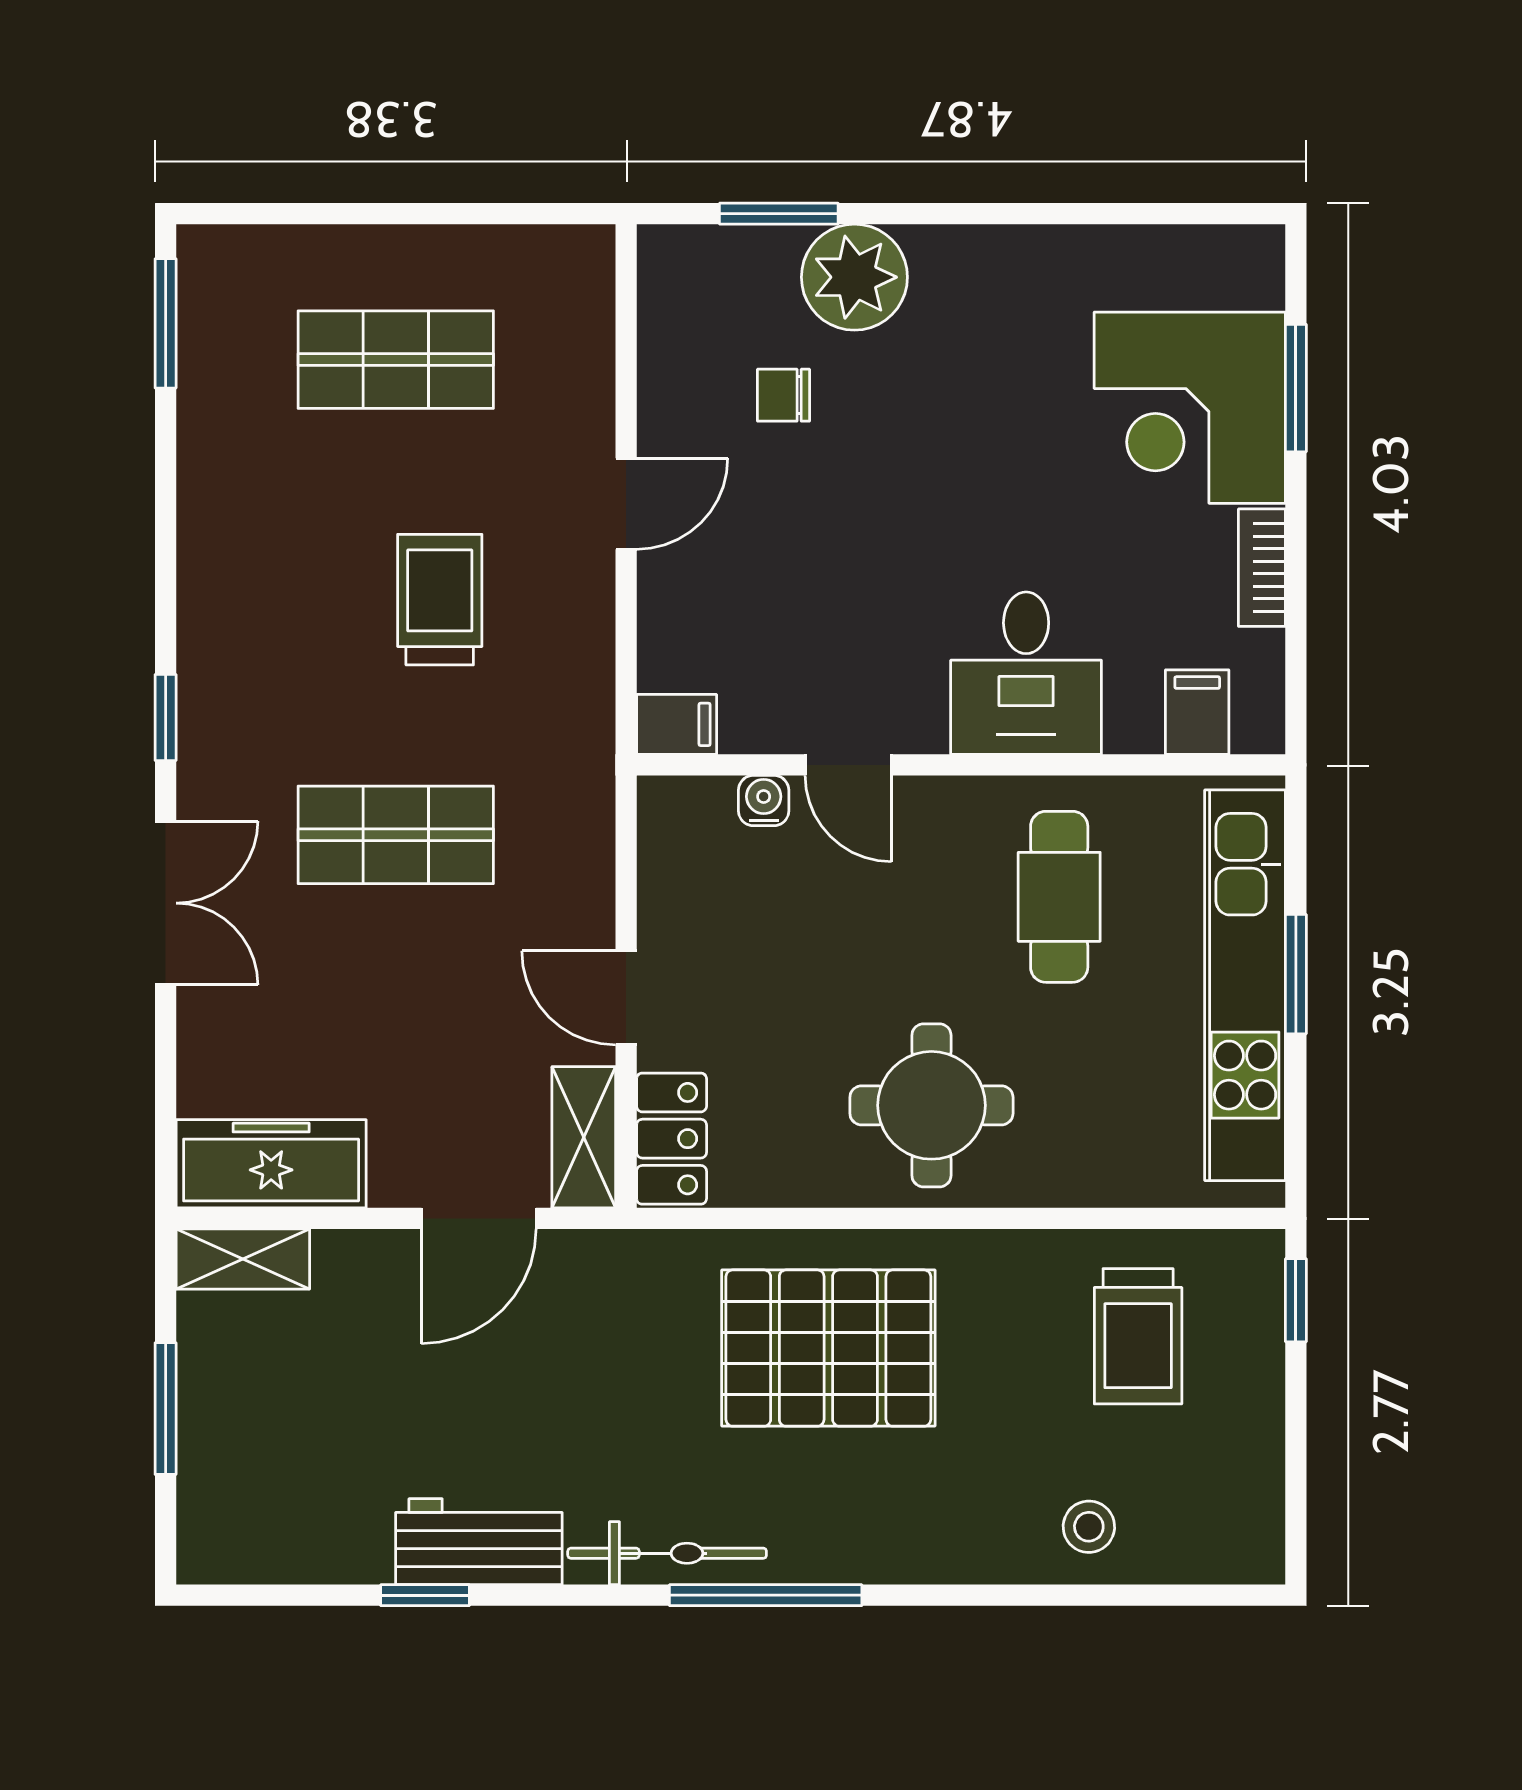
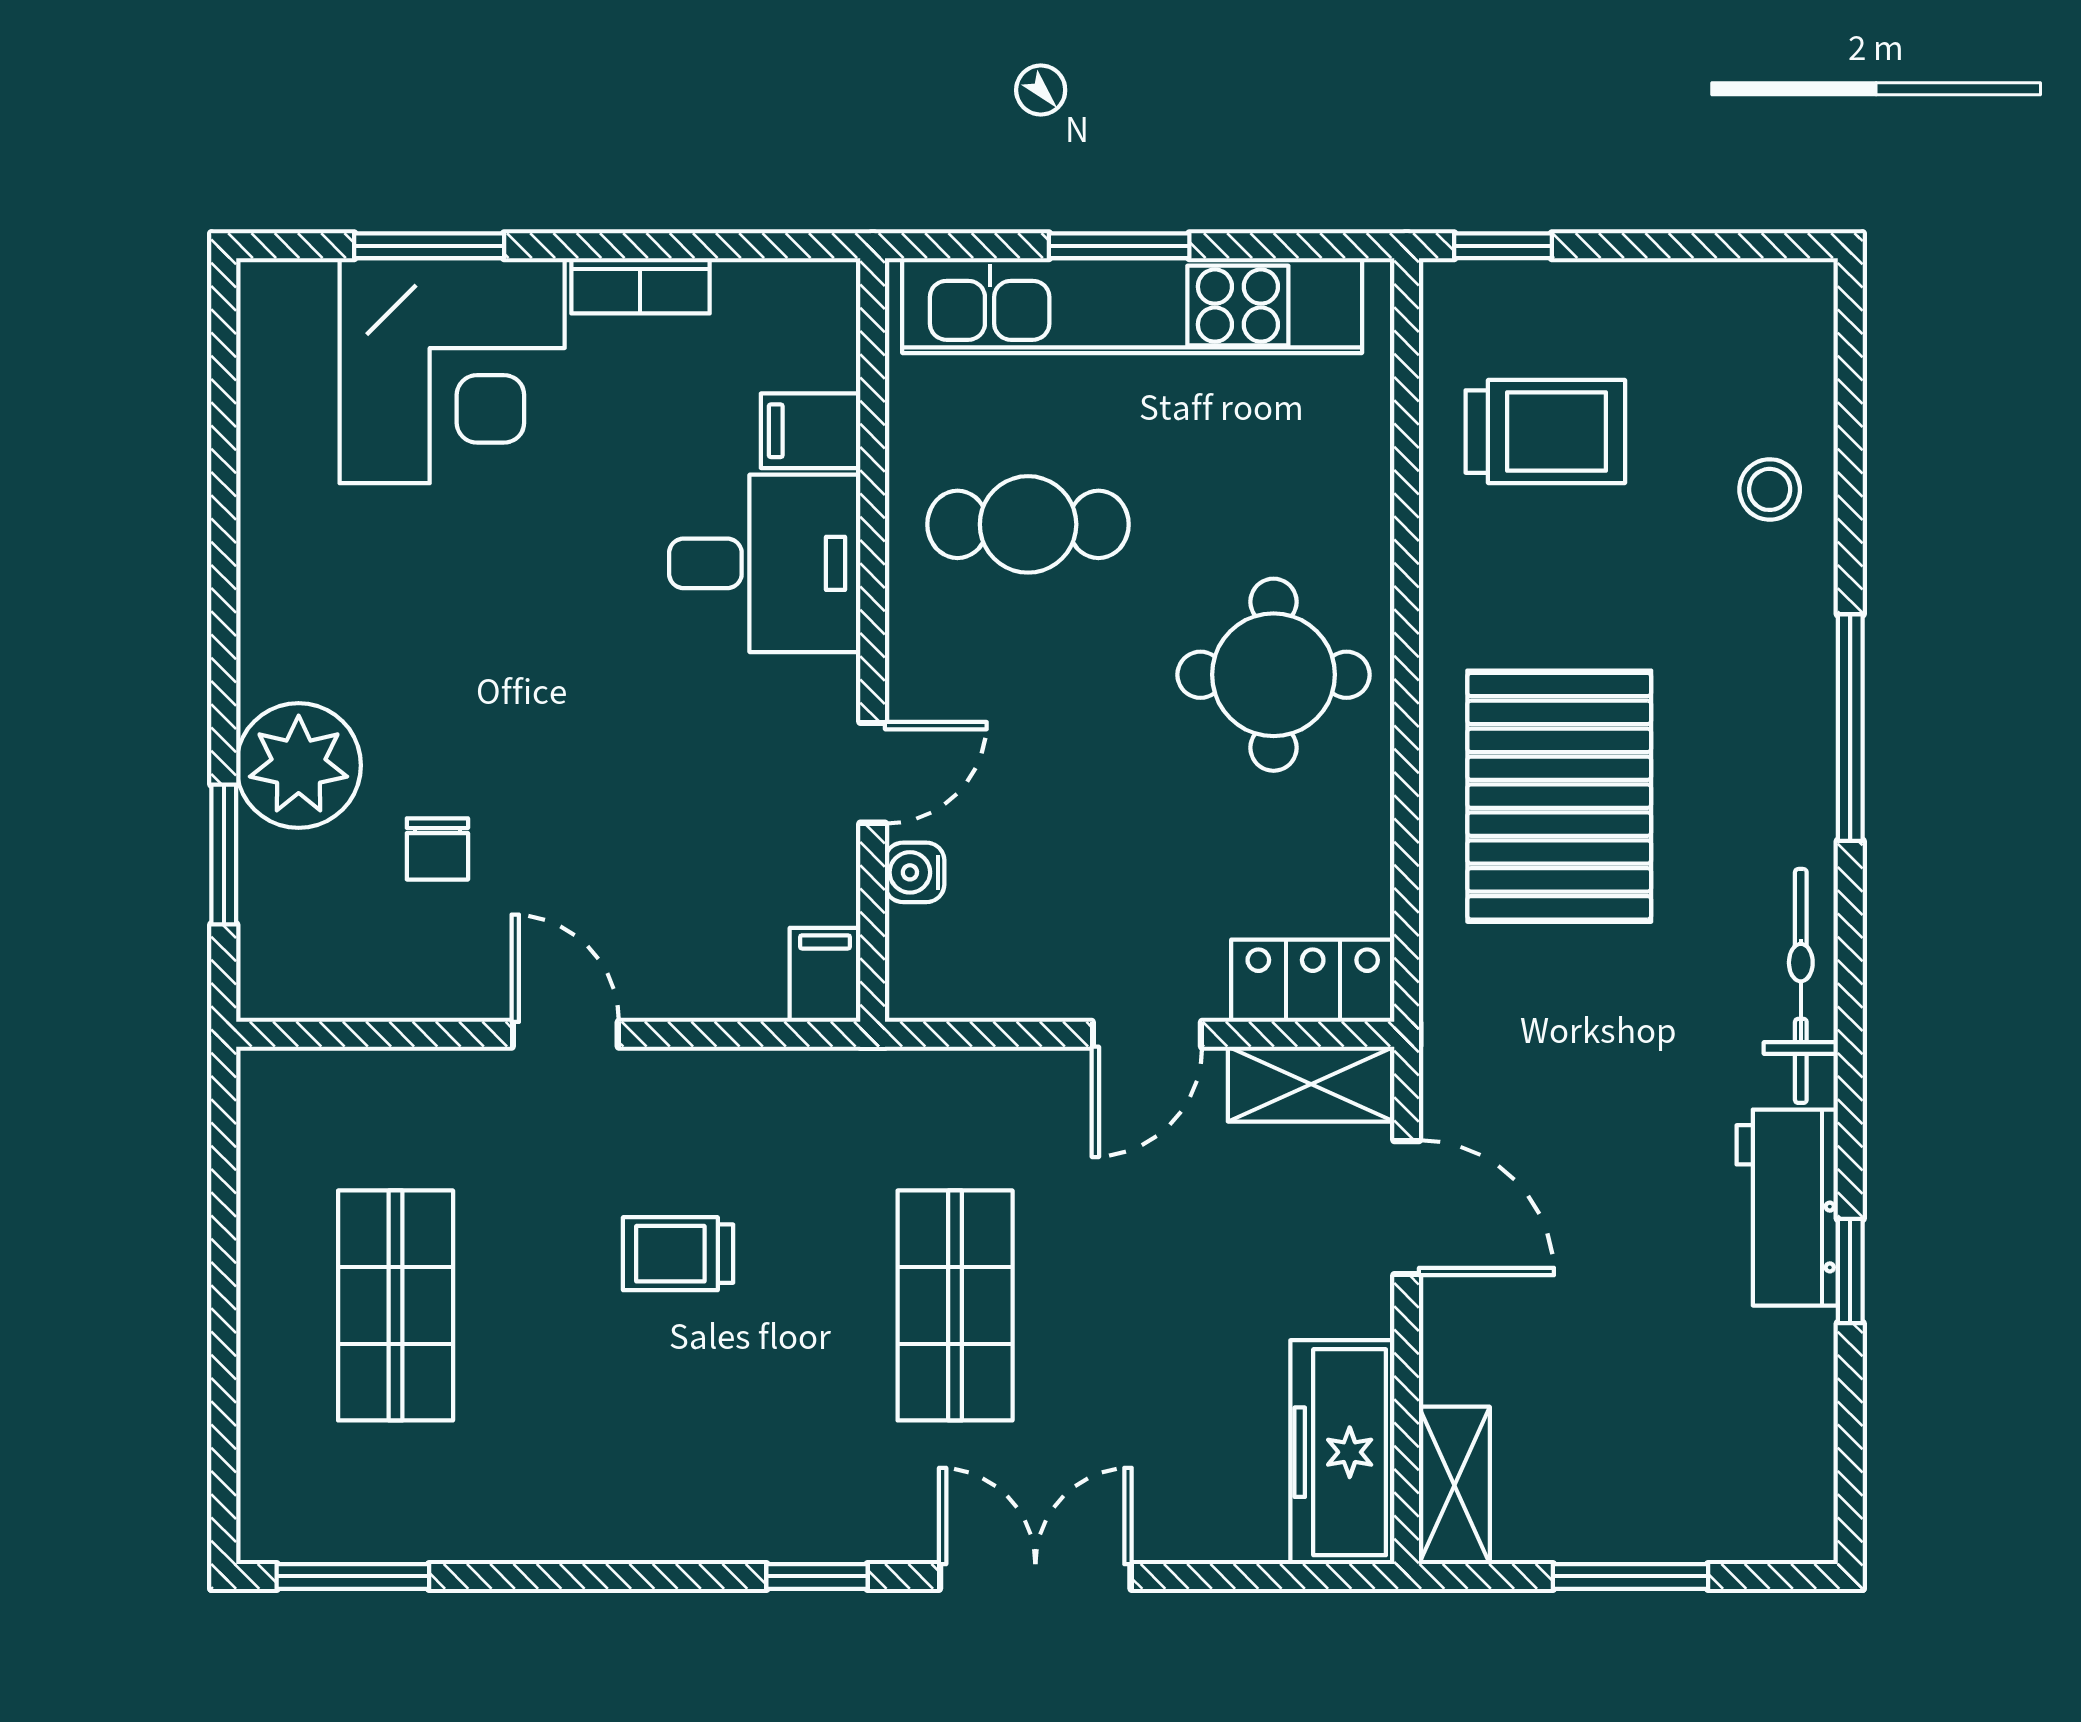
trolley: (440, 600) -> (678, 1254), width x0.73, depth x0.72
filing cabinet: (1197, 712) -> (811, 431), moved
window: (766, 1595) -> (1850, 728), moved

